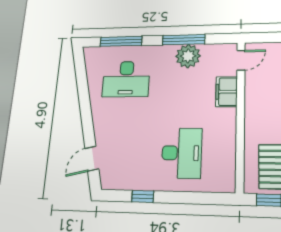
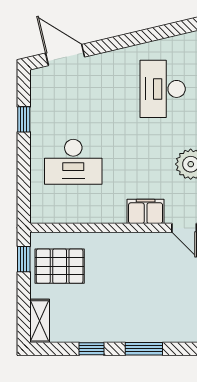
door: (92, 159) -> (65, 55), width x1.38

